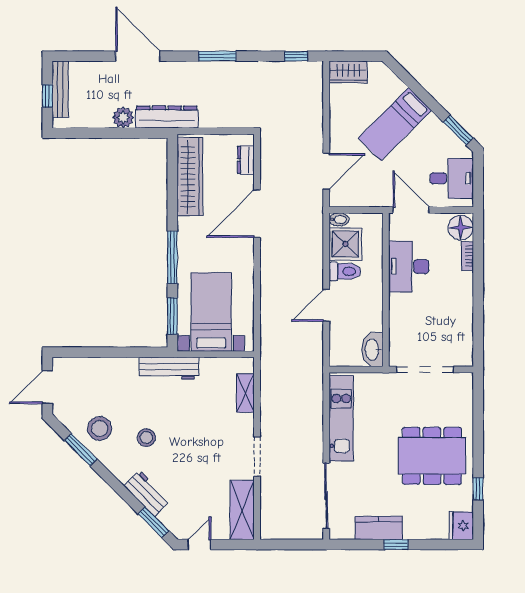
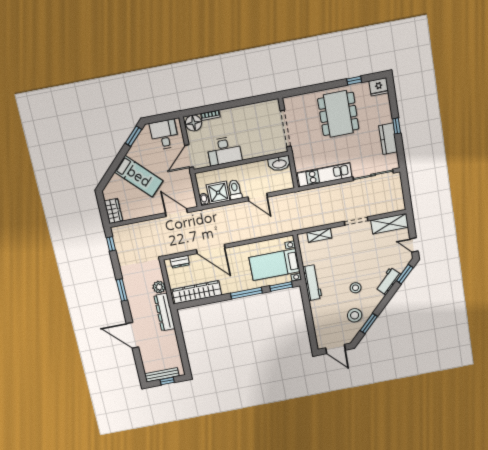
door: (138, 56) -> (132, 335), hinge flipped
plant: (123, 117) -> (159, 287), moved

